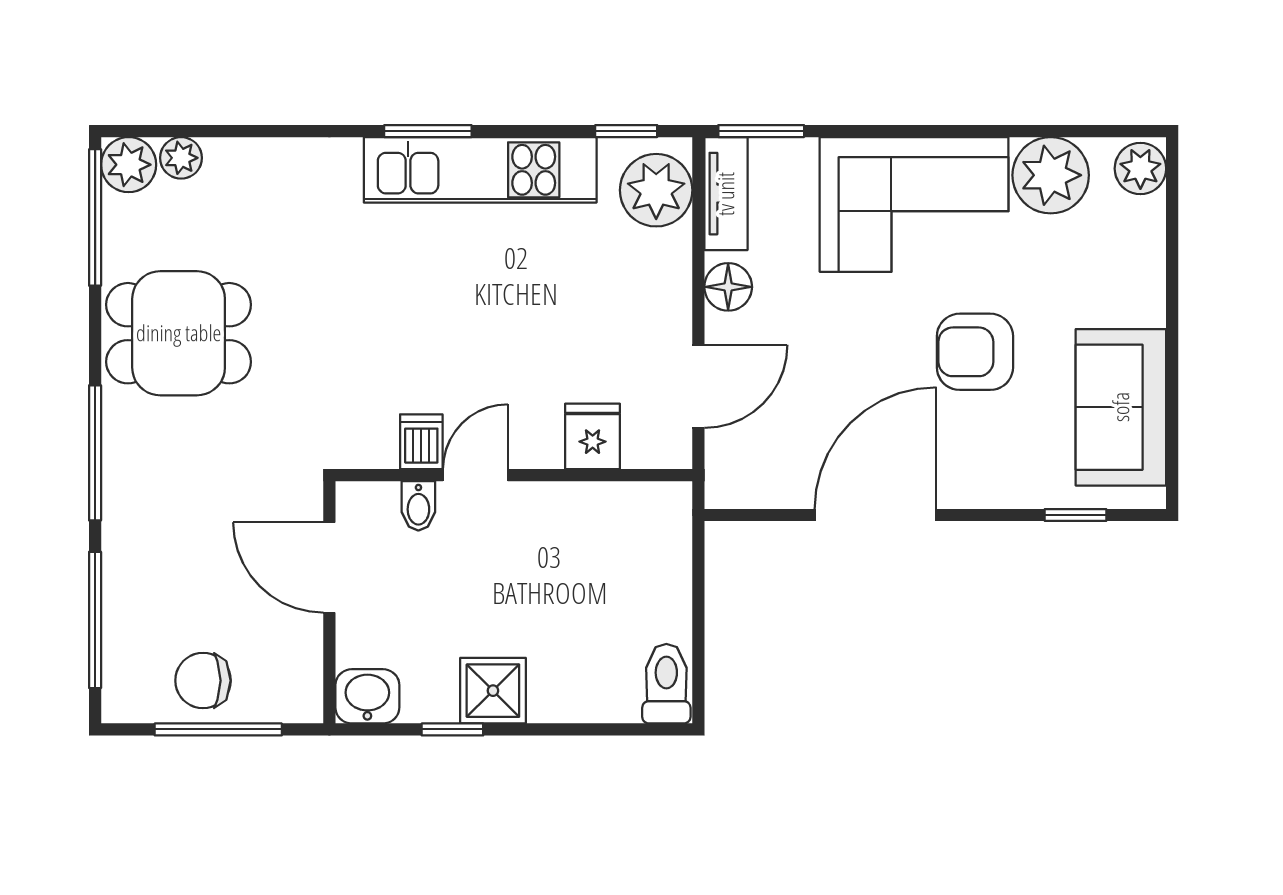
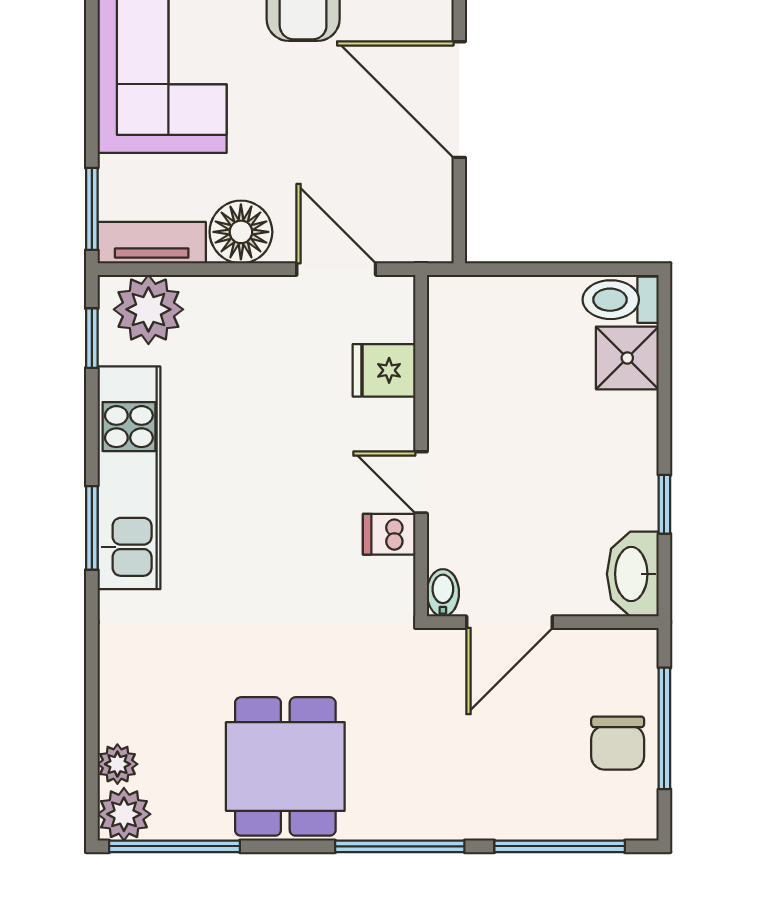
floor lamp: (728, 287) -> (241, 232), width x1.38, depth x1.38
bidet: (418, 506) -> (443, 593), moved, turned -90
shower: (493, 691) -> (627, 358), moved
washbasin: (367, 696) -> (633, 574), width x1.38

